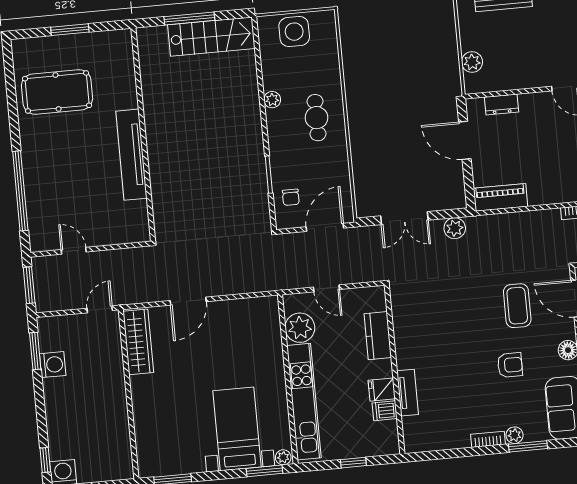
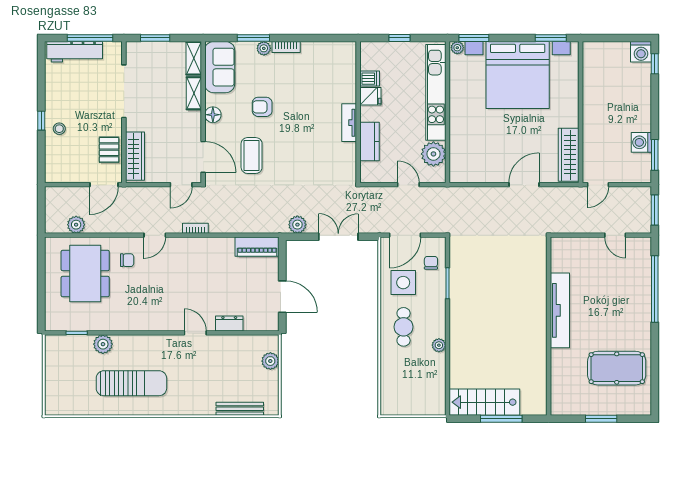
side table: (294, 32) -> (403, 283), moved
dresser: (502, 105) -> (229, 324), moved
tv unit: (408, 393) -> (349, 123), moved
bed with nightstands: (237, 429) -> (518, 75), width x1.85

